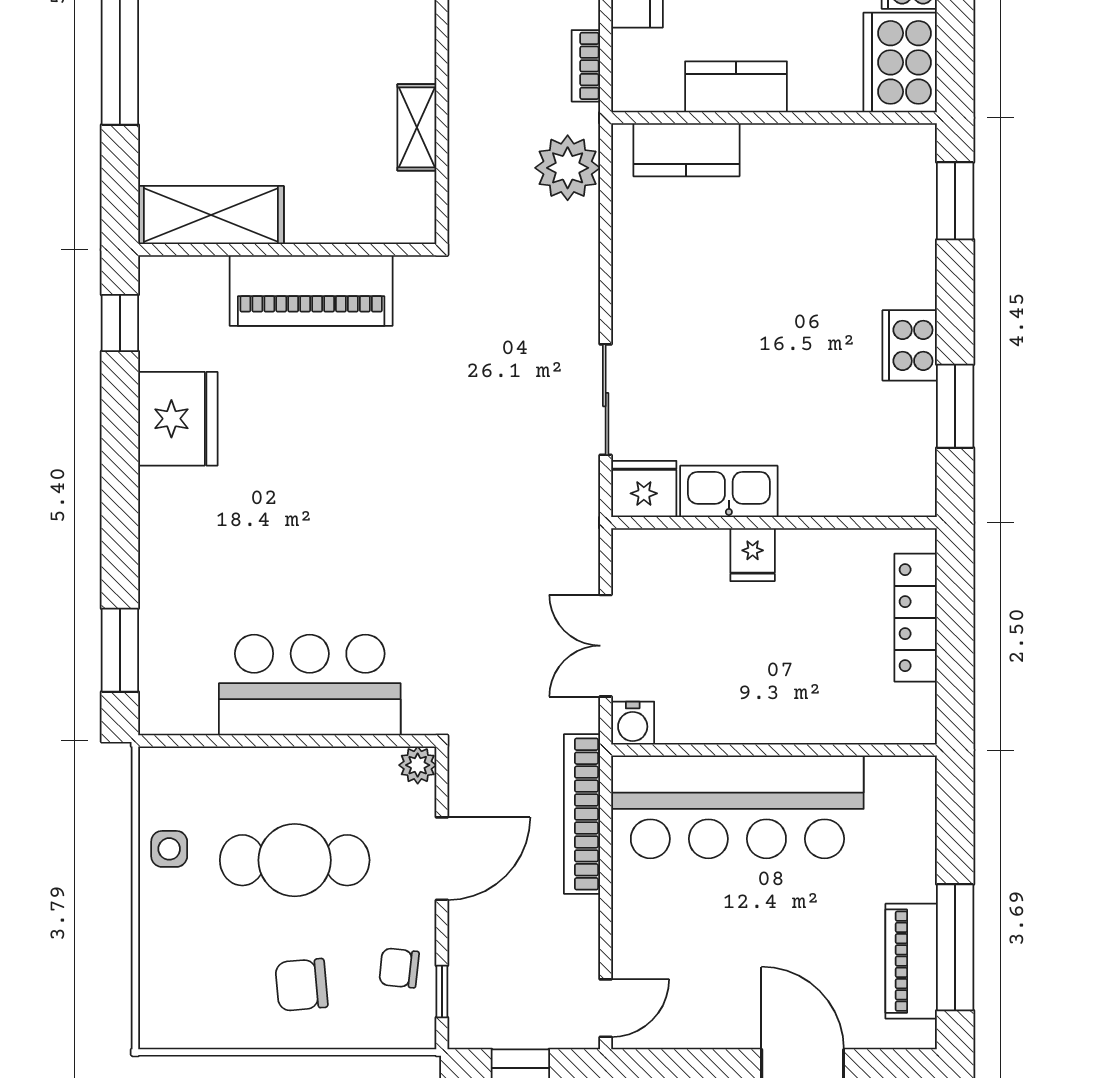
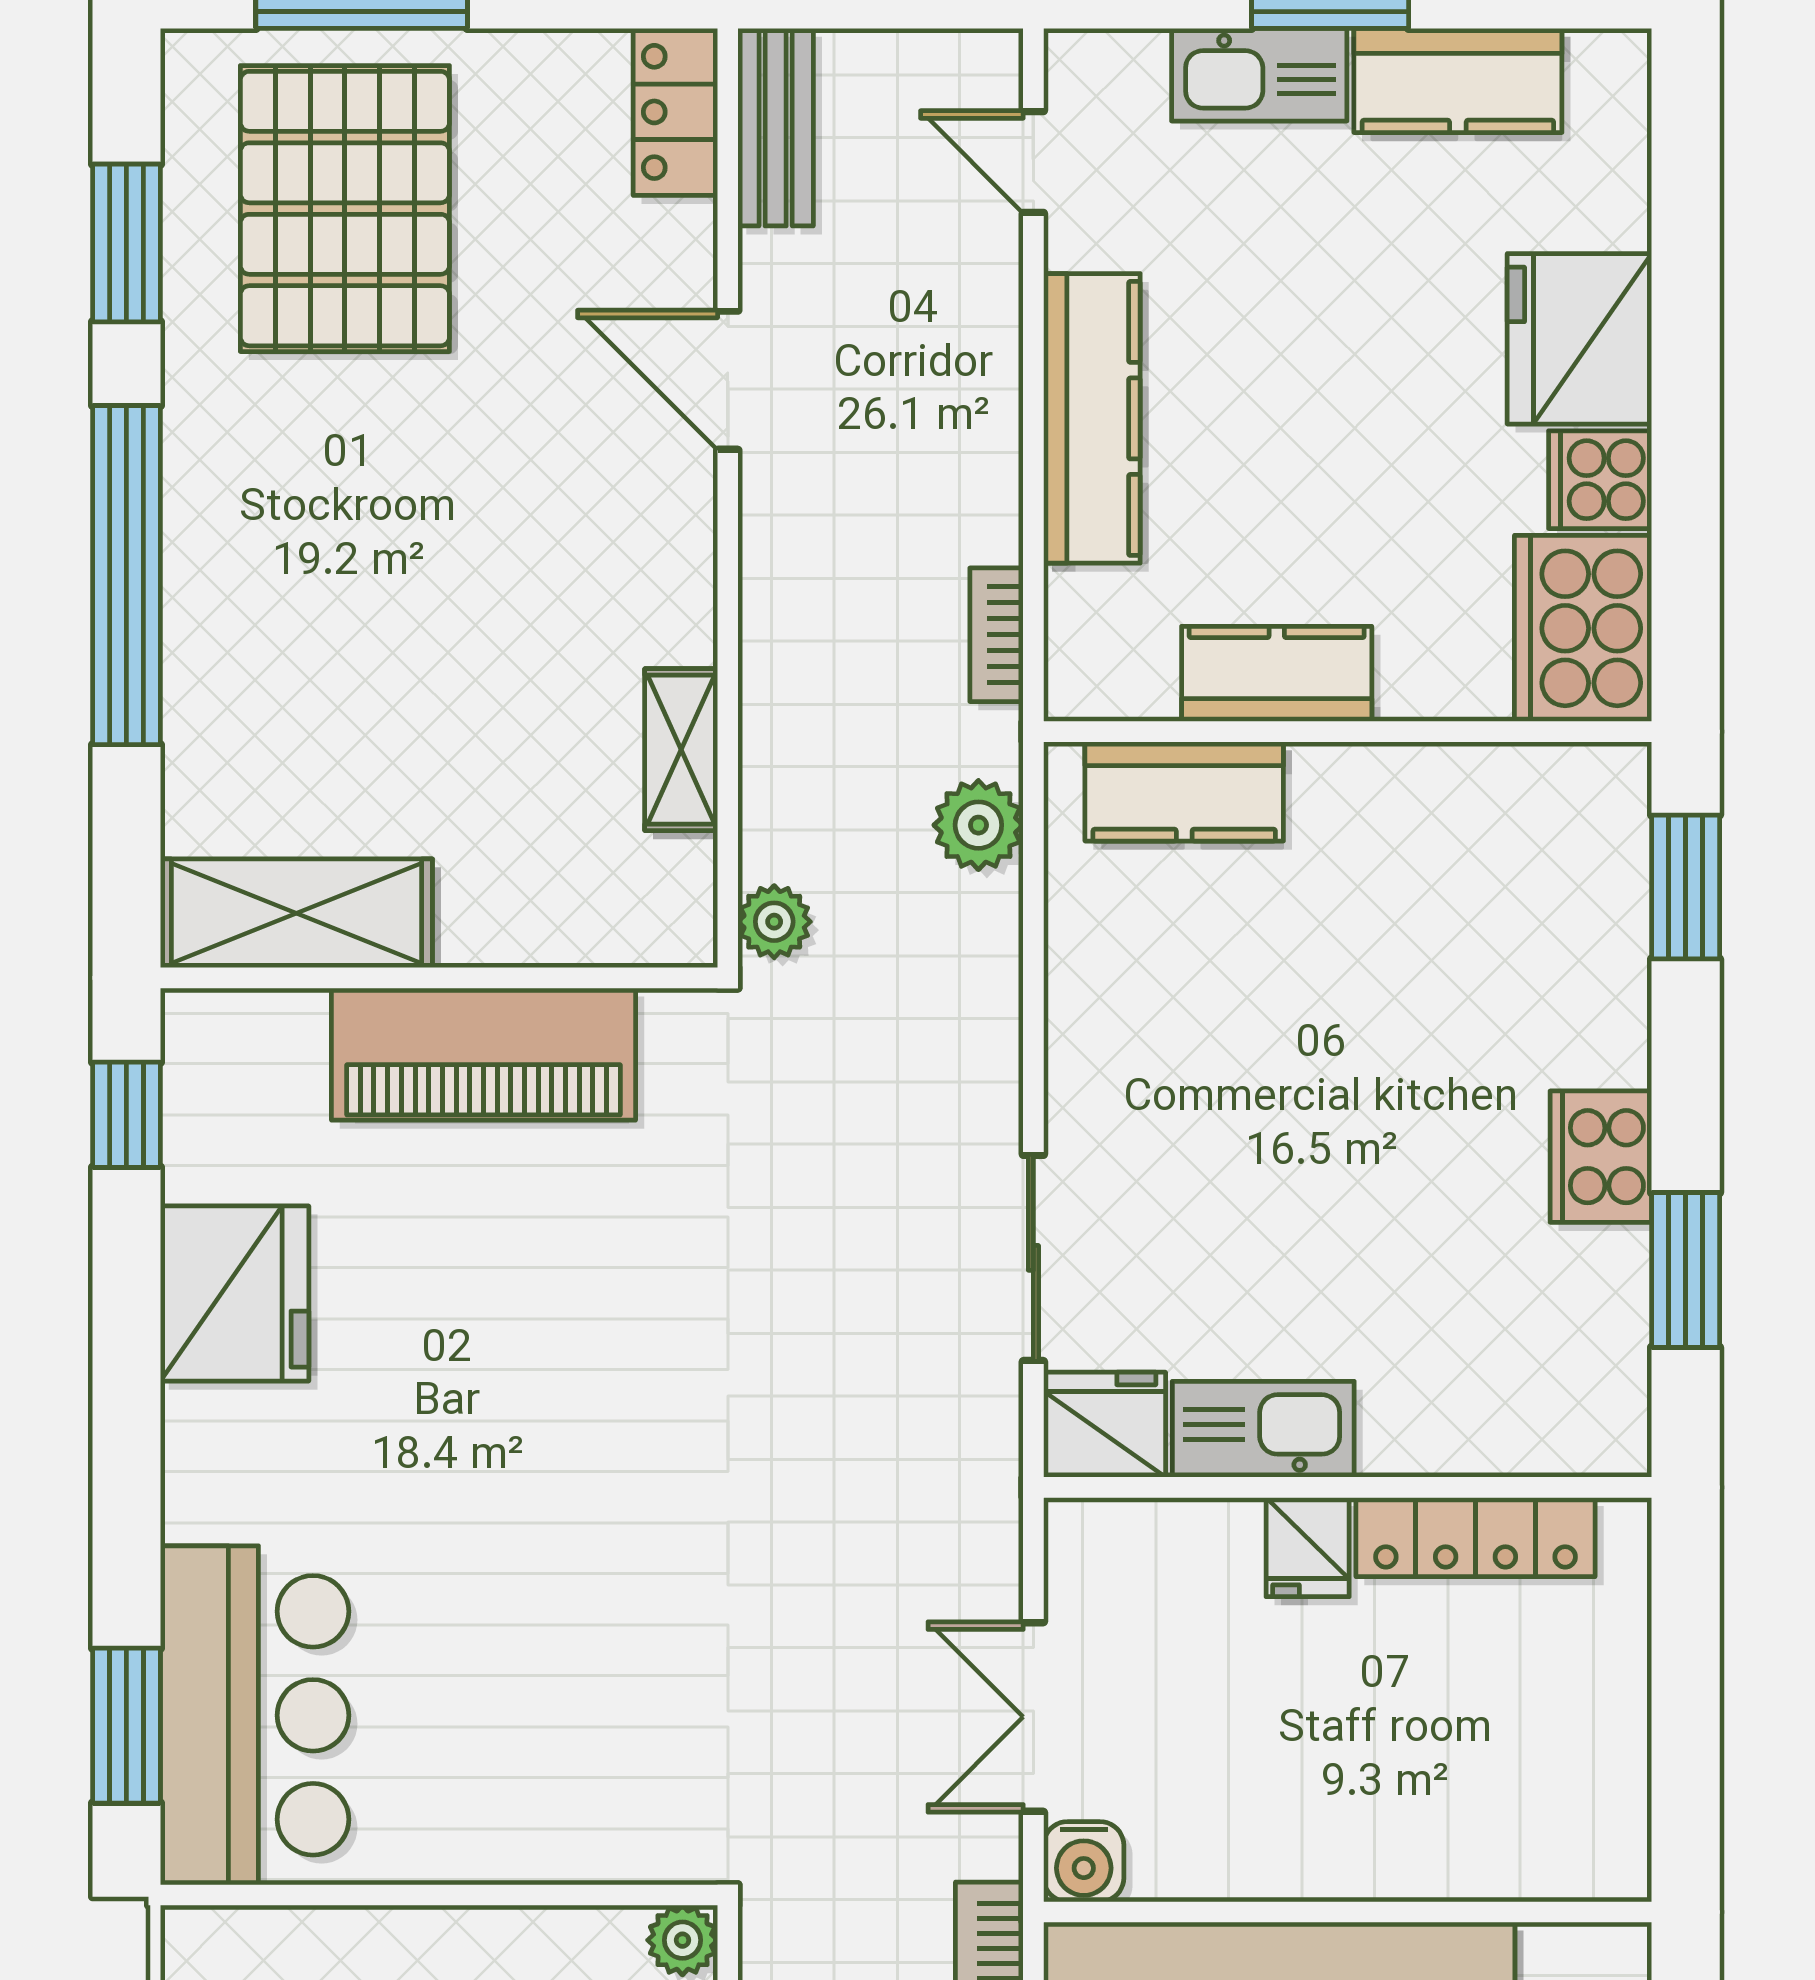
plant: (568, 168) -> (978, 825), width x0.73, depth x0.73
plant: (467, 220) -> (774, 922), added
locker: (916, 618) -> (1476, 1537), moved, turned -90
bar counter: (310, 685) -> (255, 1715), moved, turned 90

